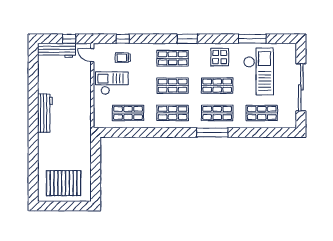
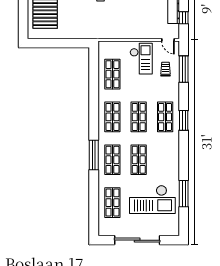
window: (123, 39) -> (184, 69), width x2.17
window: (187, 39) -> (184, 120), moved
door: (92, 55) -> (168, 40), swing flipped
display table: (220, 57) -> (166, 162), removed

